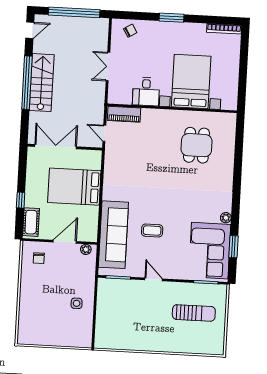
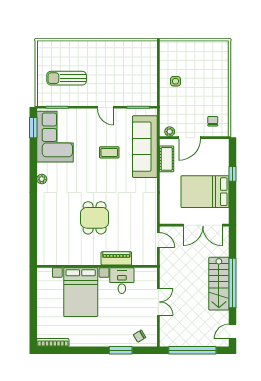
window: (171, 18) -> (121, 350), moved
piano: (124, 114) -> (116, 258), moved
dining table: (196, 145) -> (95, 218), moved
bed: (74, 187) -> (205, 192), moved, turned 180
plant: (226, 218) -> (42, 179), moved
cot: (31, 222) -> (167, 159), moved
window: (233, 247) -> (33, 128), moved

